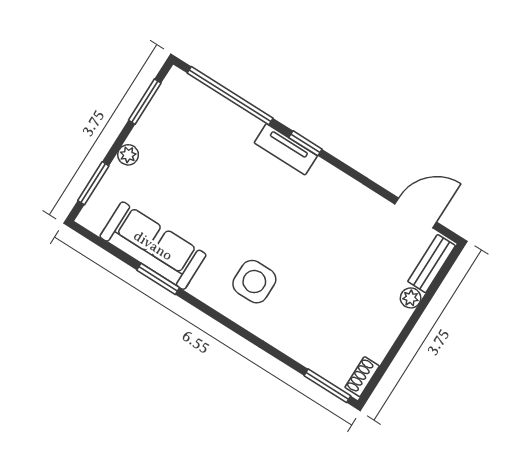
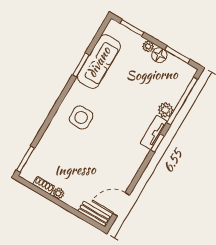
plant: (246, 127) -> (166, 110), added
floor lamp: (145, 135) -> (159, 55), added
door: (416, 213) -> (121, 204), swing flipped
plant: (411, 298) -> (58, 193), moved
shoe rack: (362, 377) -> (44, 185), moved

